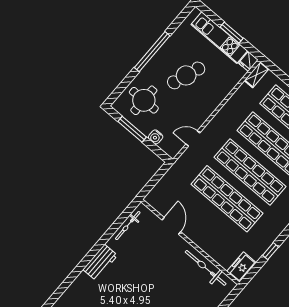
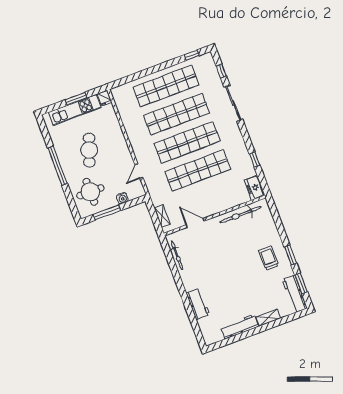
shelving: (257, 75) -> (162, 216), moved
workbench: (100, 262) -> (198, 304), moved

